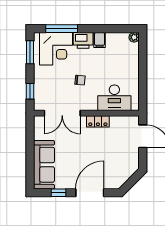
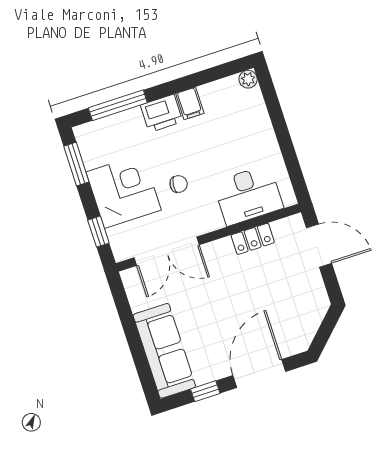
corner desk: (56, 49) -> (124, 191), moved, turned -90
locker: (98, 121) -> (253, 239), moved

